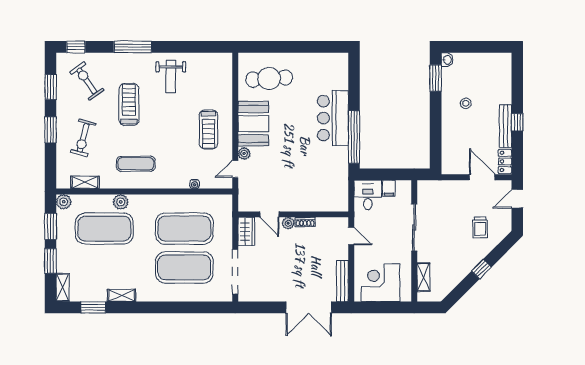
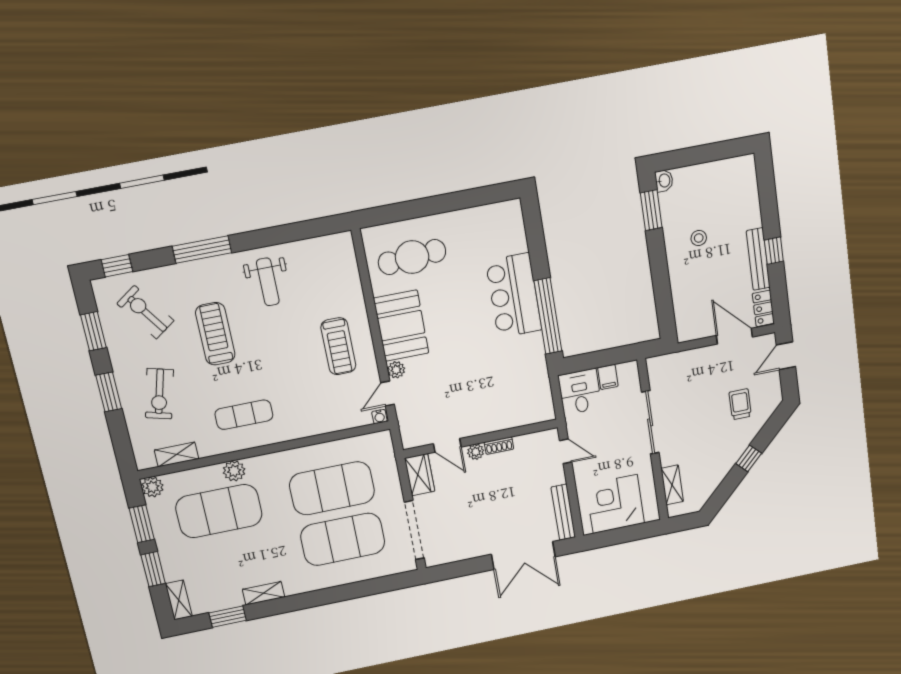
water cooler: (195, 184) -> (379, 416), moved
trolley: (480, 227) -> (740, 404), turned 180

